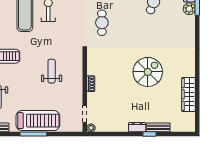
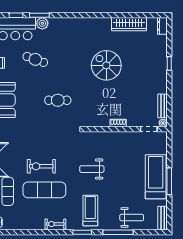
cafe table: (102, 23) -> (58, 100), moved
weight bench: (52, 71) -> (92, 169), moved
dresser: (137, 127) -> (162, 26), moved
bench: (158, 127) -> (163, 106), moved

